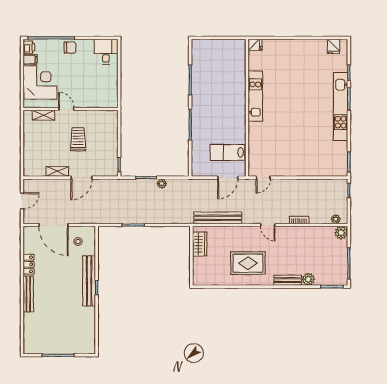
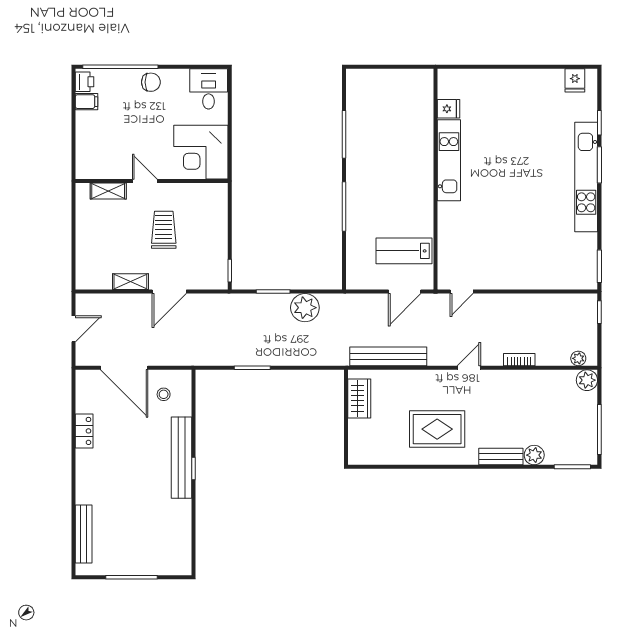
fridge: (255, 45) -> (449, 109), moved
corner desk: (40, 82) -> (201, 152), moved, turned 180
plant: (162, 184) -> (305, 308), width x1.87, depth x1.87
door: (268, 225) -> (469, 368), swing flipped
bench: (28, 294) -> (84, 534), moved

